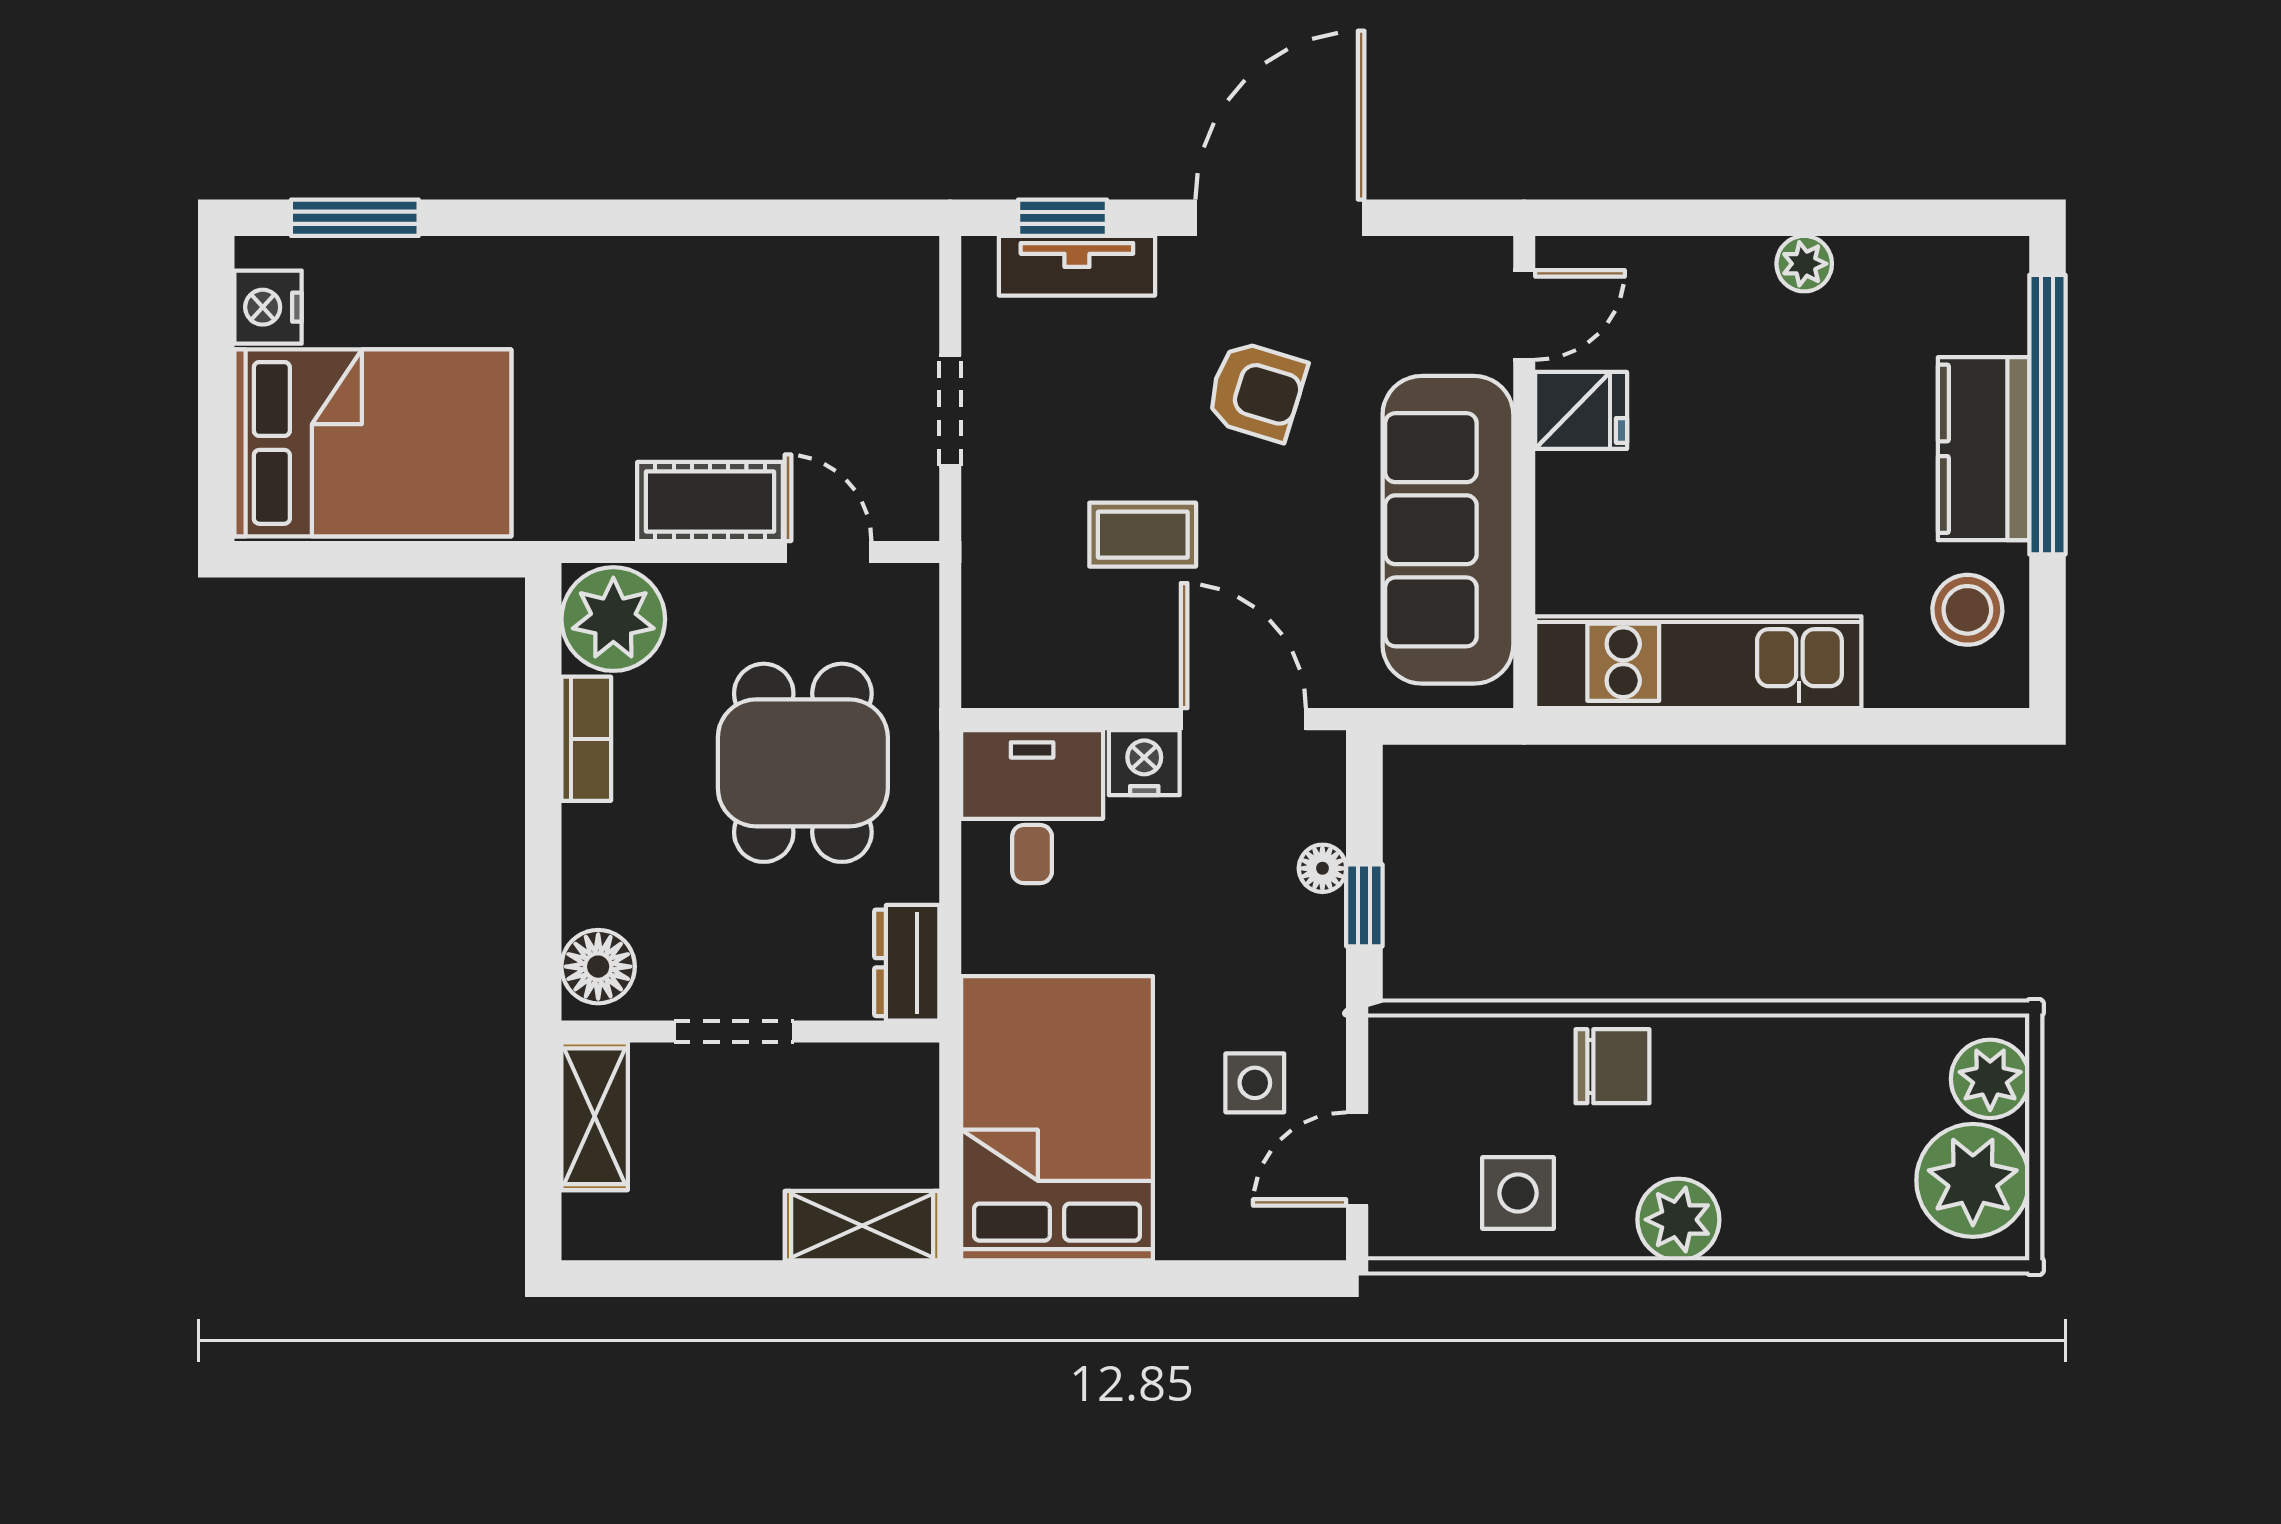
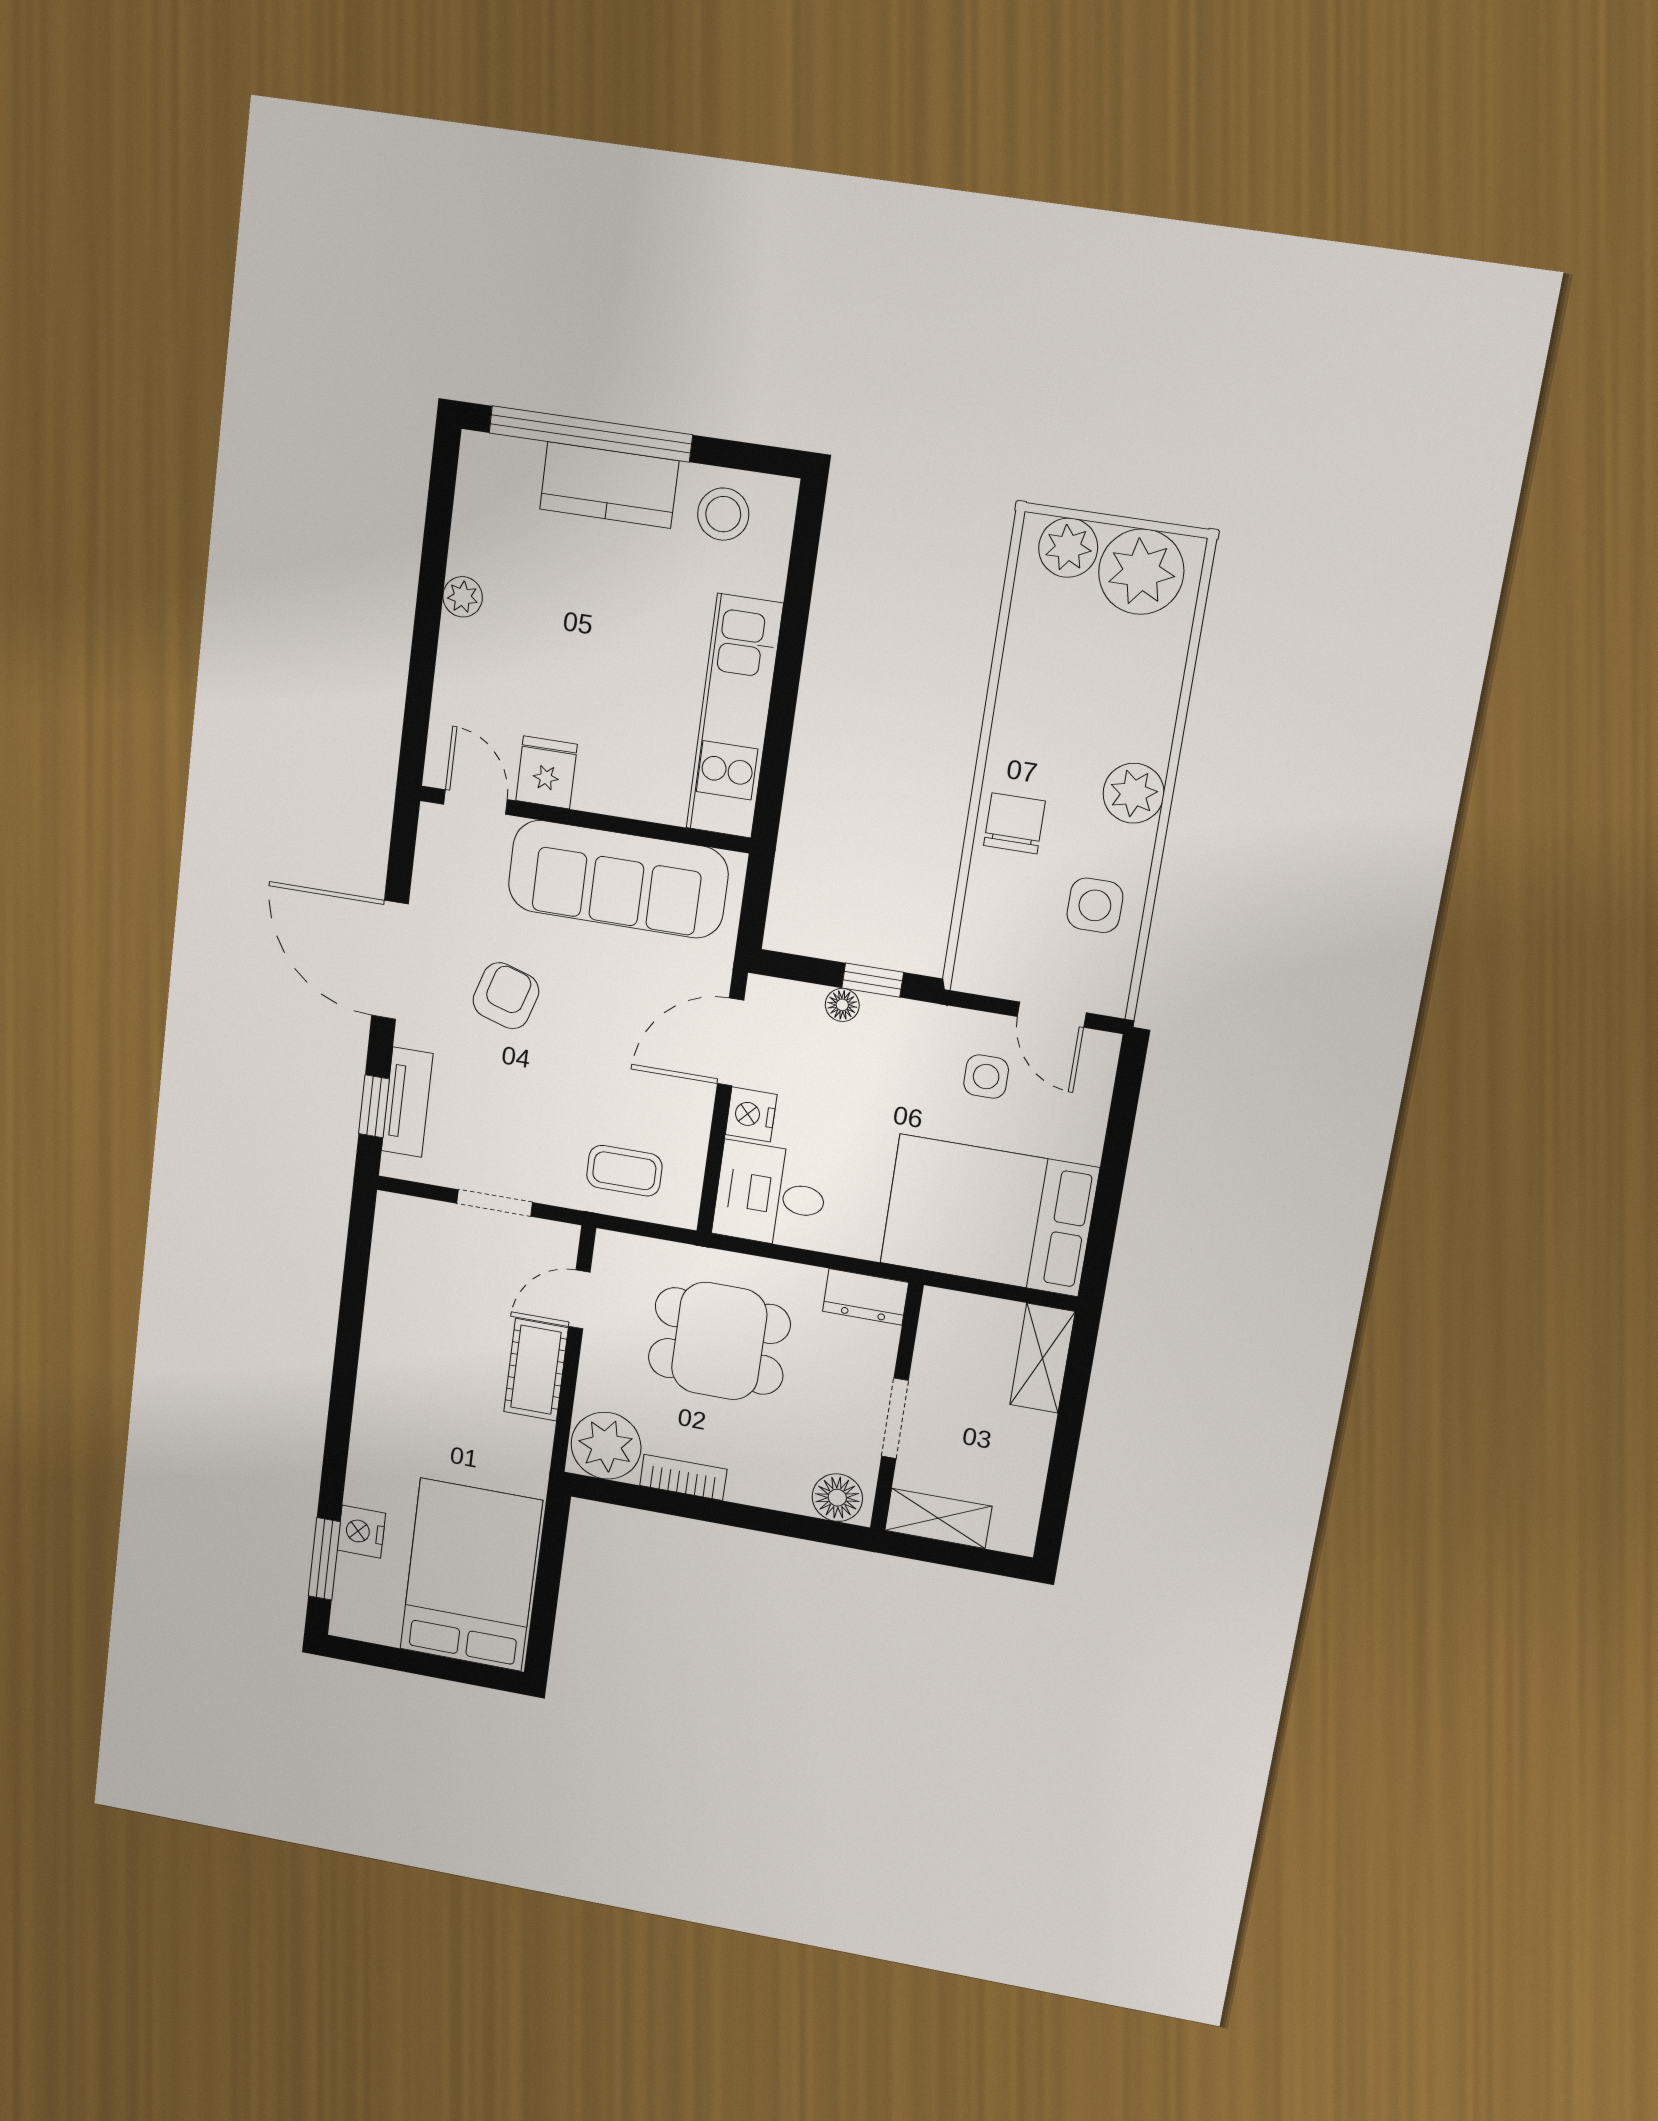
nightstand: (268, 307) -> (361, 1532), moved, turned 90
coffee table: (1143, 535) -> (624, 1171), moved, turned 90

